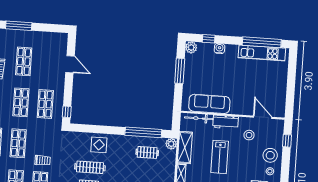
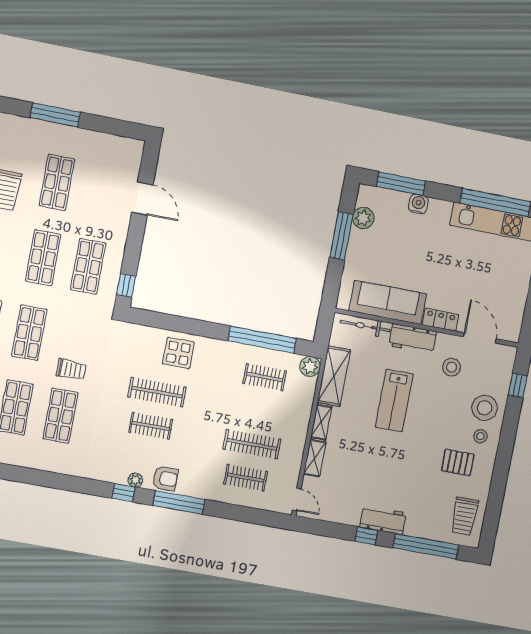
window: (209, 39) -> (401, 184), width x2.17
plant: (191, 47) -> (363, 218), moved
locker: (240, 110) -> (440, 320), added

